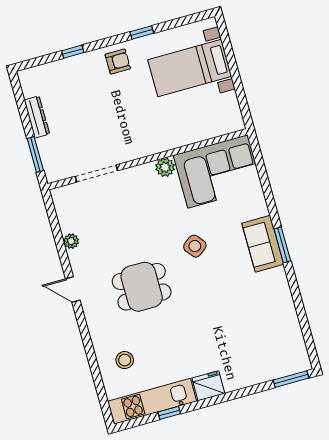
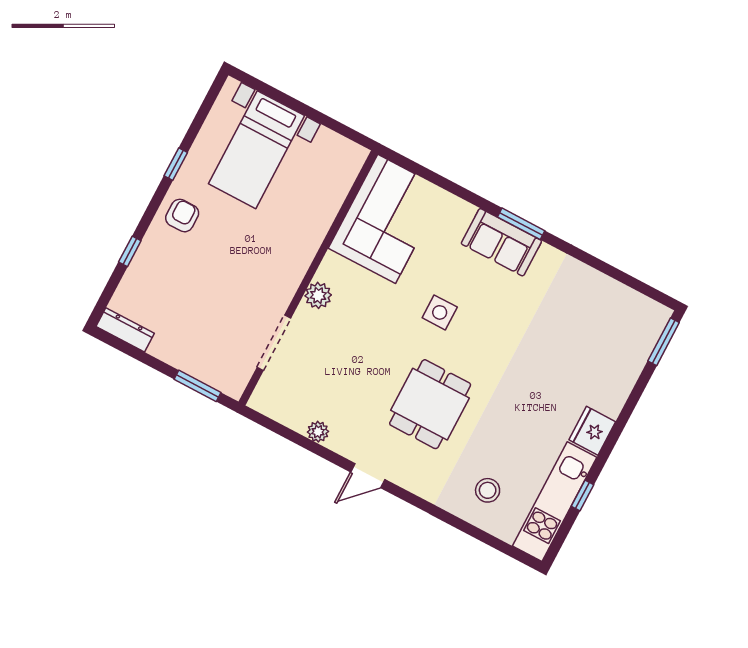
dresser: (37, 117) -> (125, 330), moved
plant: (165, 167) -> (318, 295), moved
side table: (195, 246) -> (440, 312), turned 38

